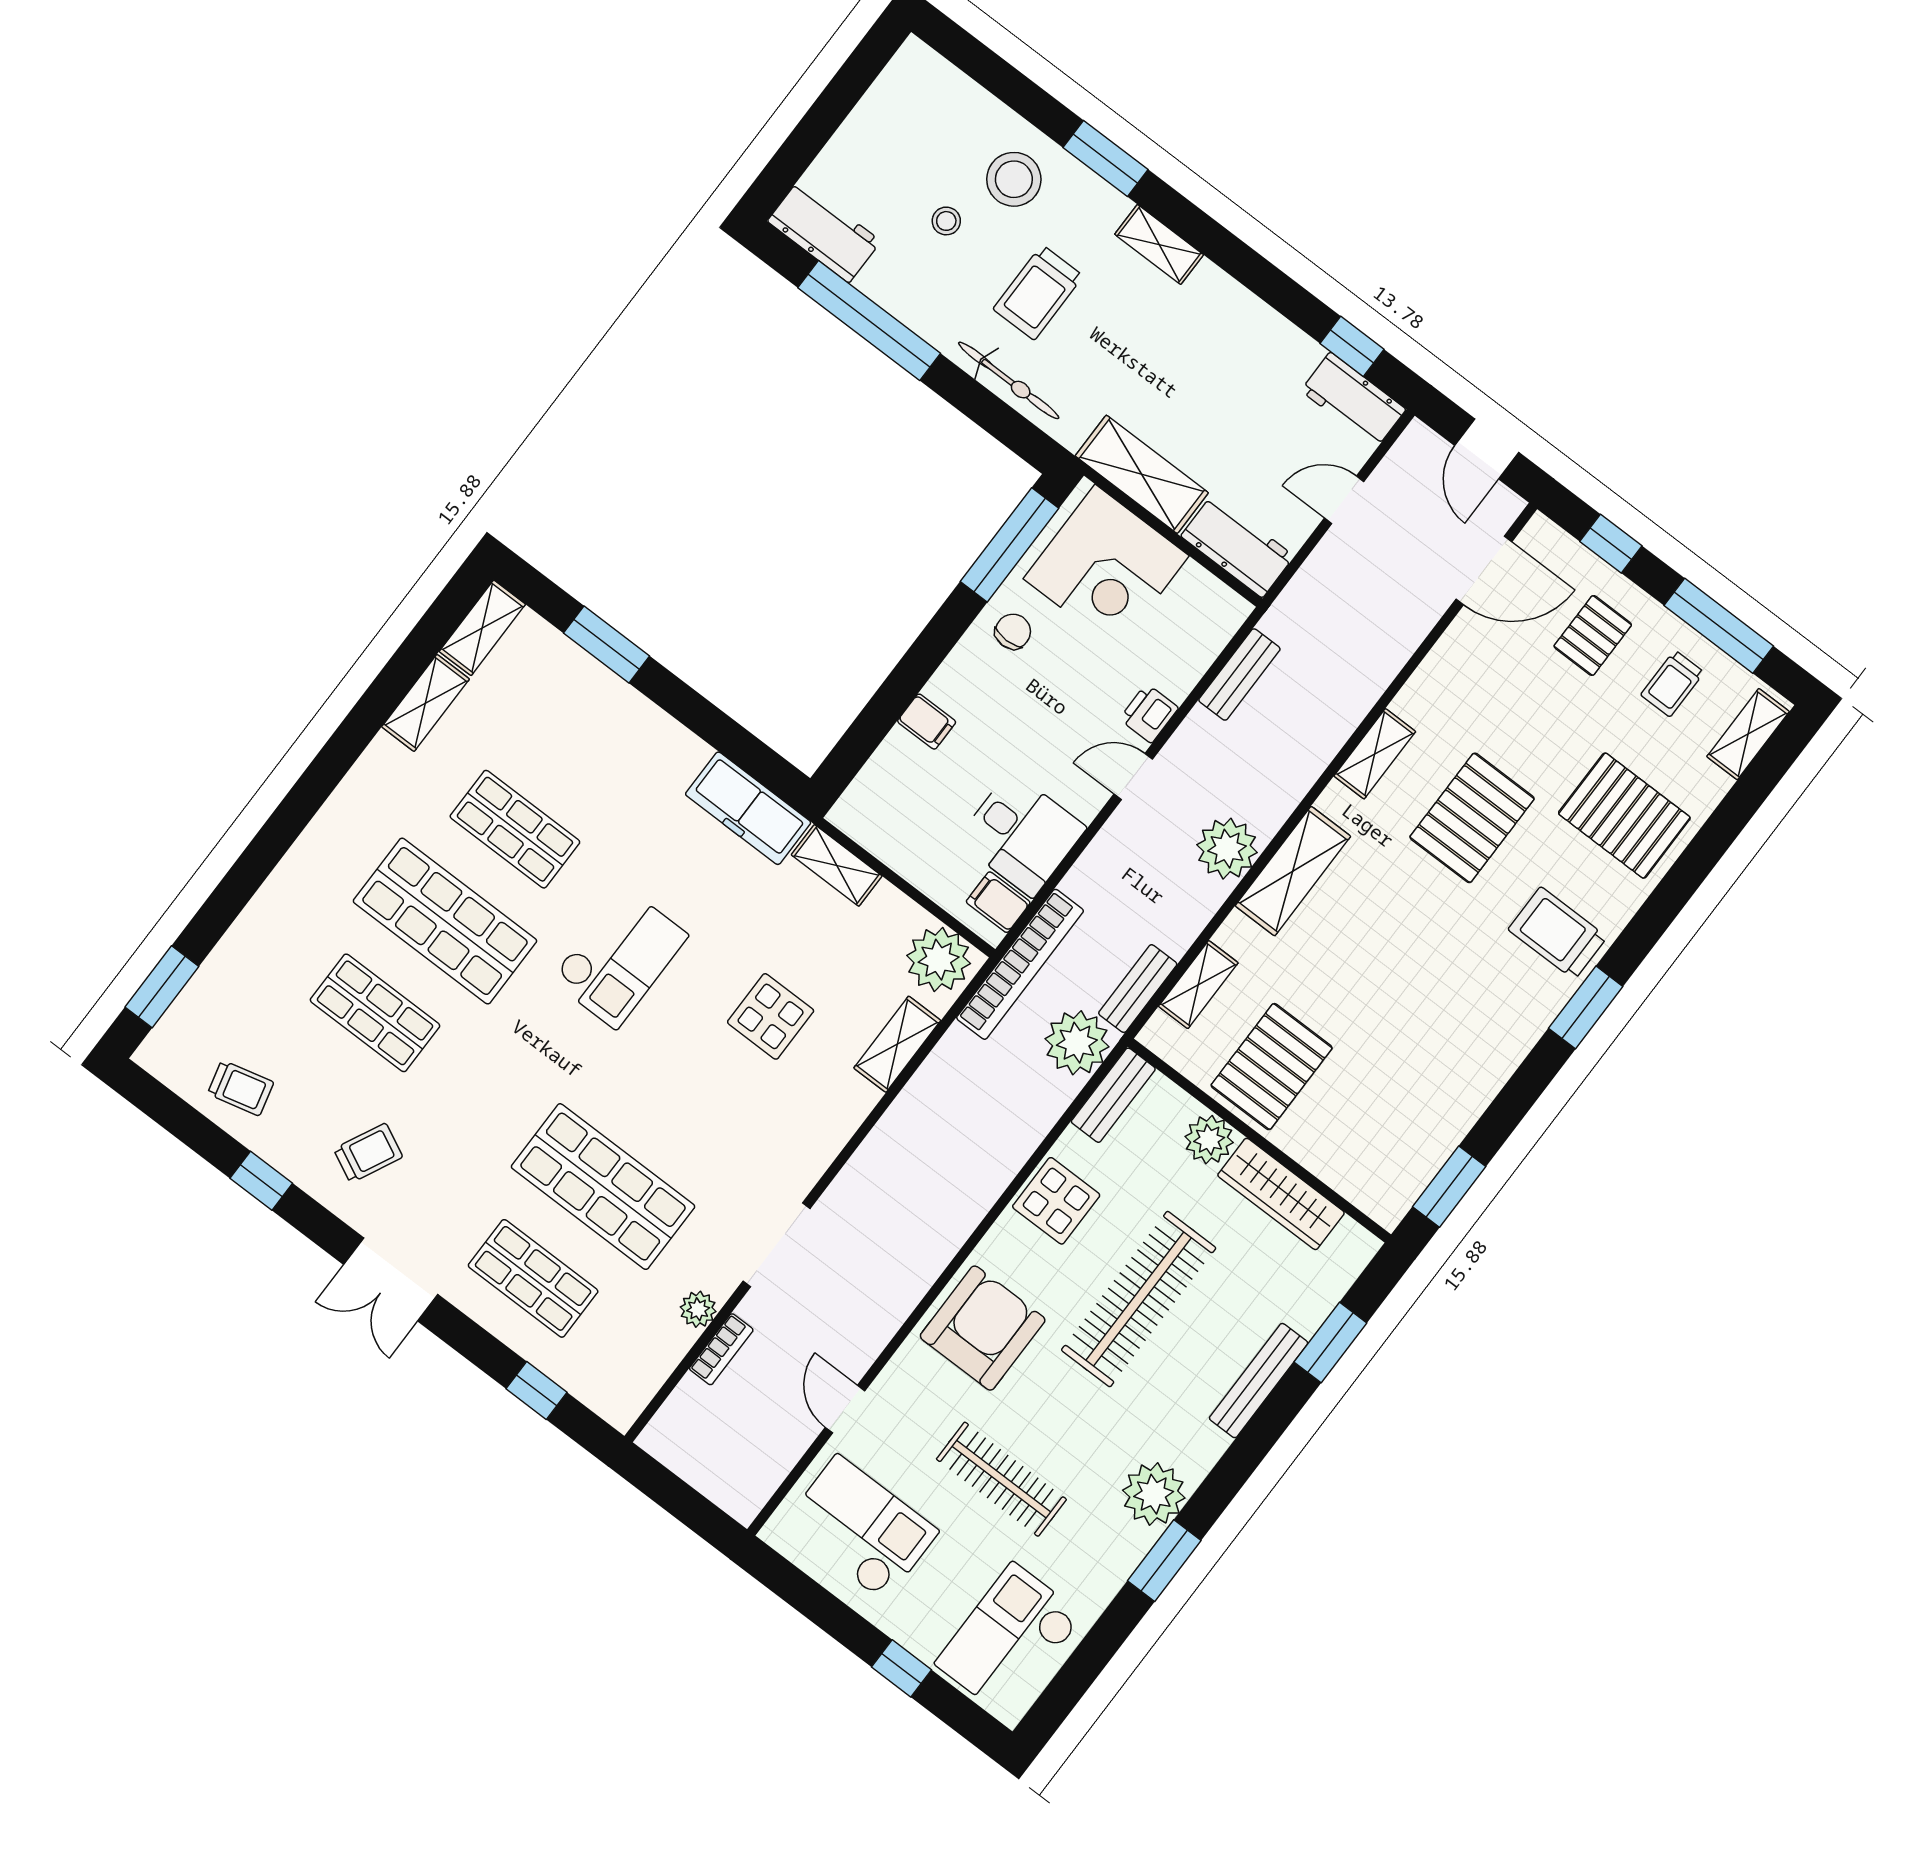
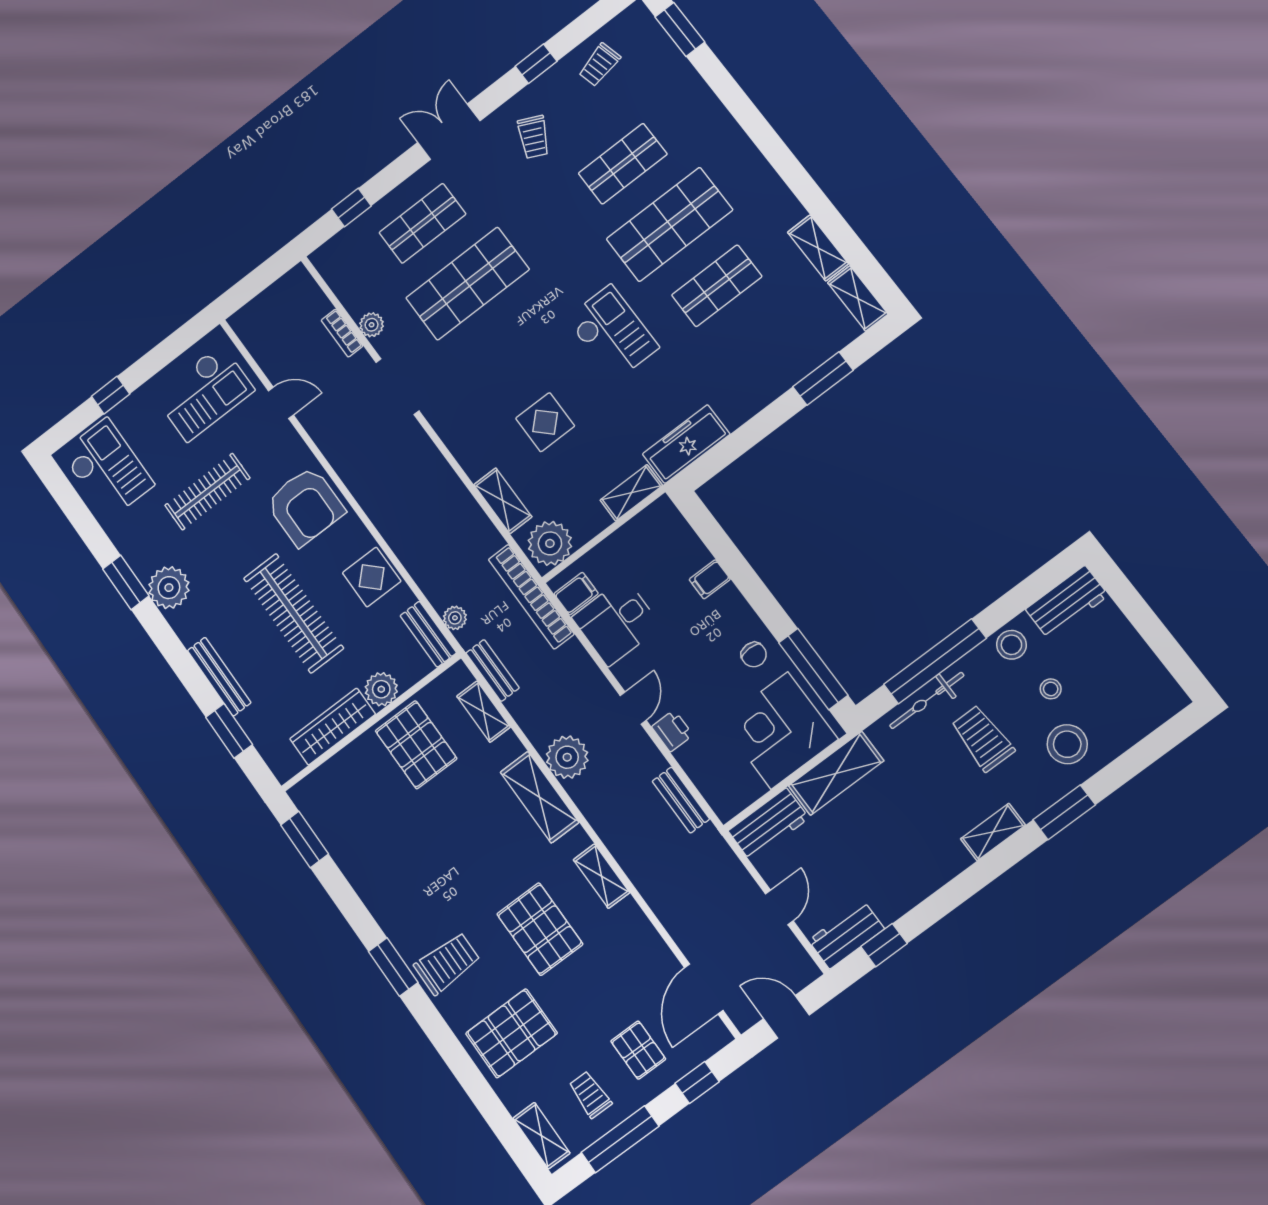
stool: (902, 289) -> (1011, 645), added
window: (869, 321) -> (935, 661), moved
checkout: (620, 958) -> (612, 333), turned 180
plant: (1077, 1043) -> (455, 618), width x0.53, depth x0.53

